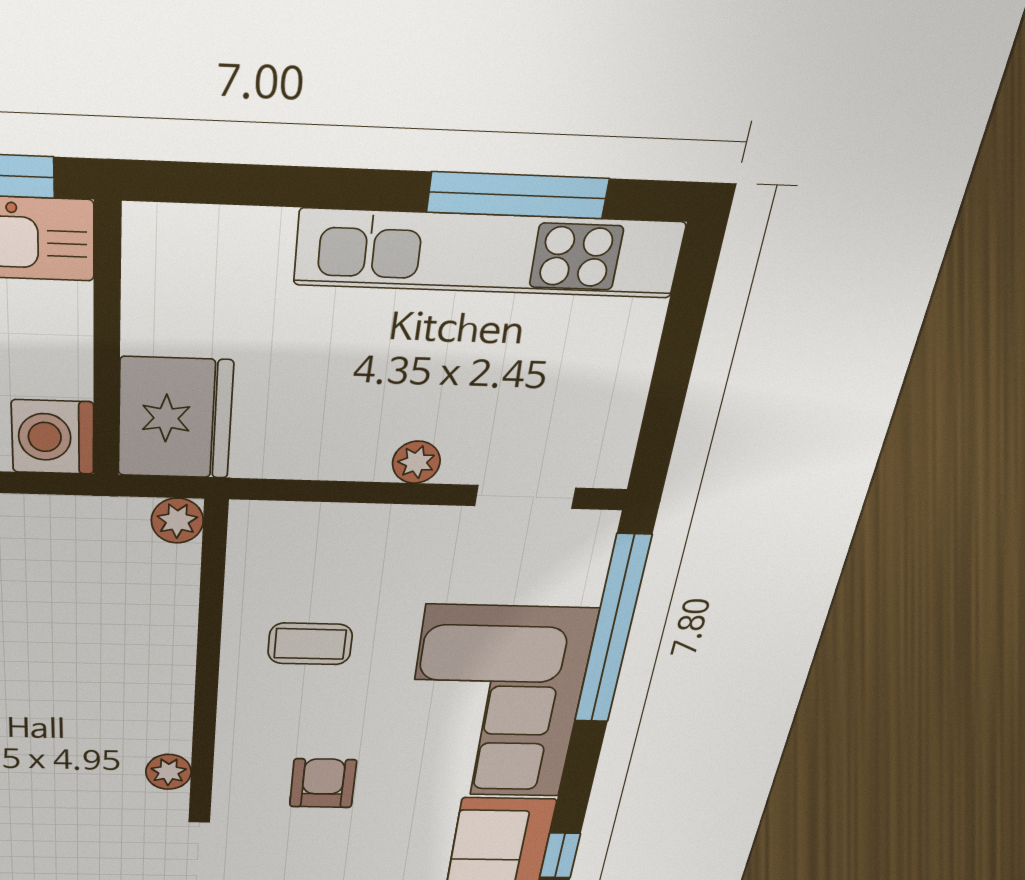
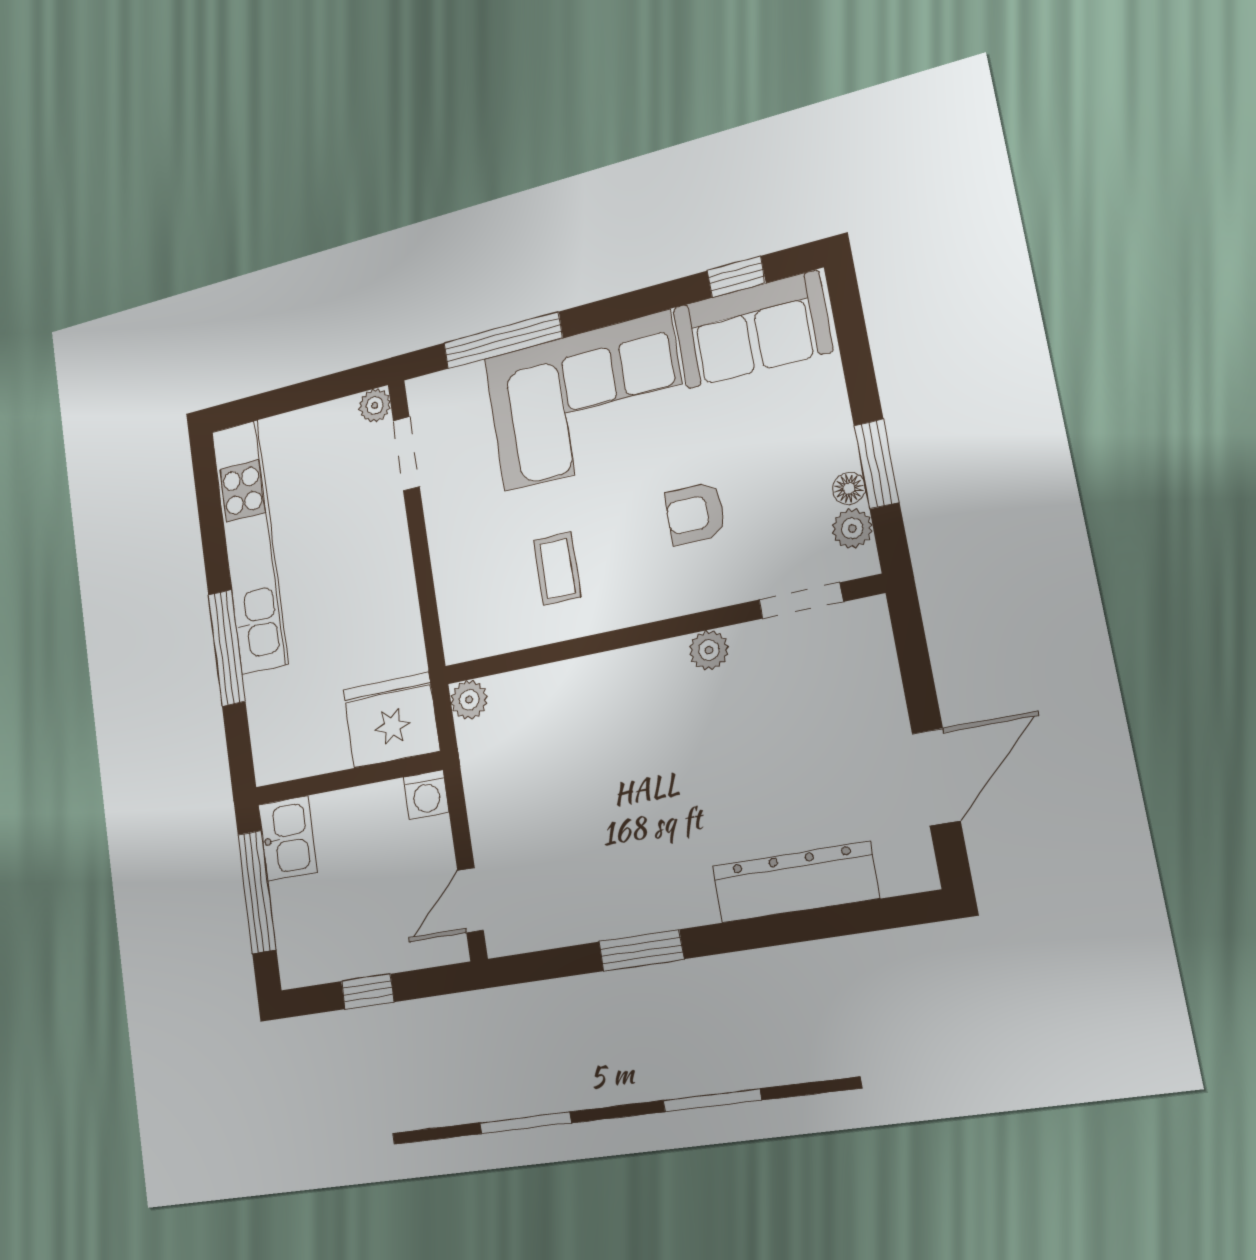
window: (518, 195) -> (227, 648), moved
washing machine: (53, 437) -> (426, 795), width x0.73, depth x0.73
plant: (416, 462) -> (375, 405), moved
window: (612, 631) -> (503, 340), width x0.68

